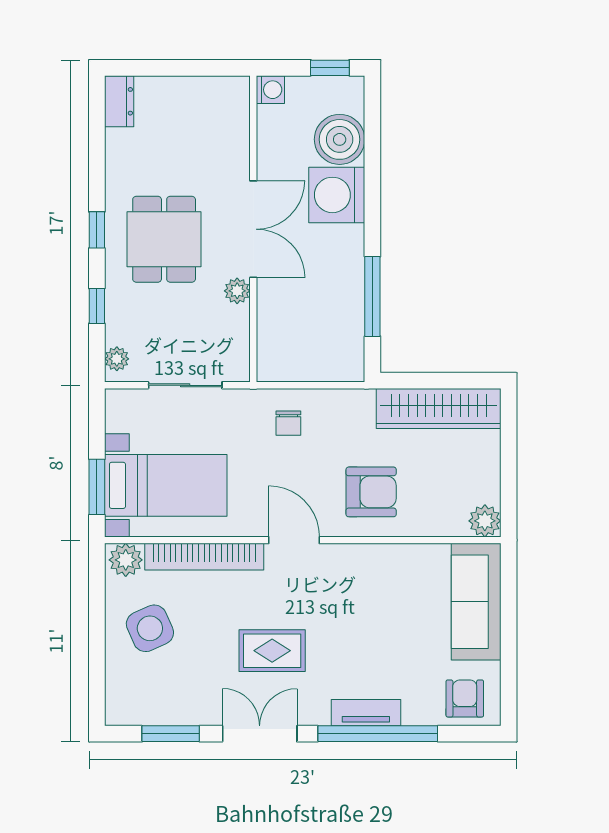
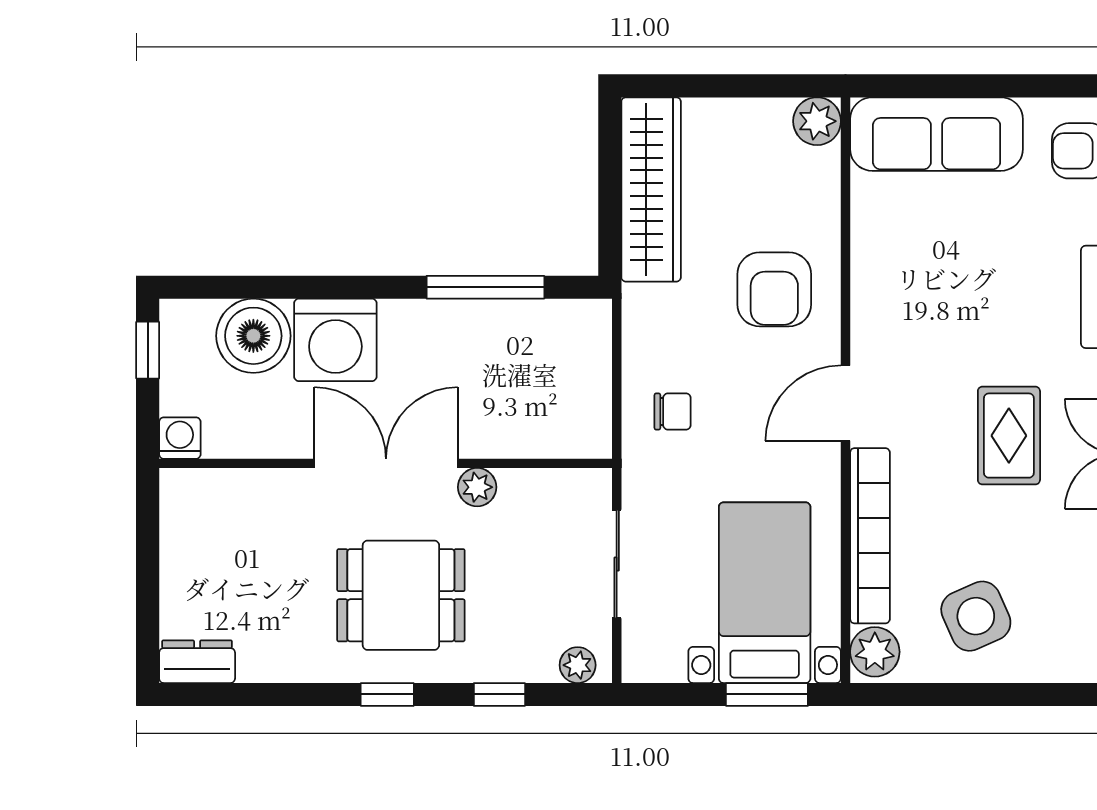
armchair: (371, 492) -> (774, 289), turned 180

